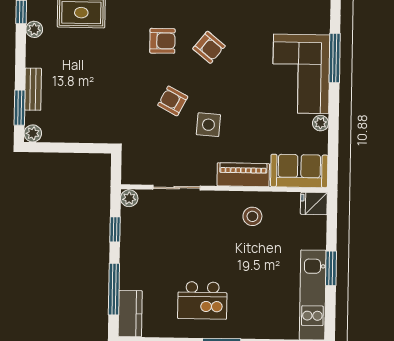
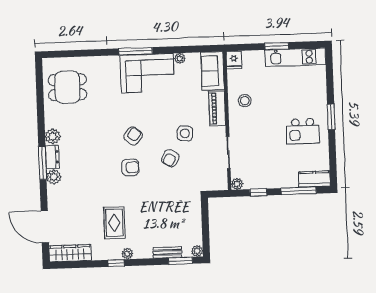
armchair: (162, 41) -> (130, 167), turned 90
kitchen island: (202, 300) -> (303, 131), turned 90

